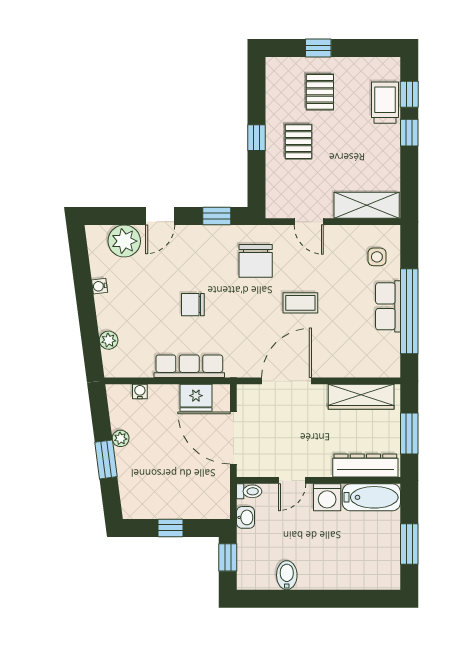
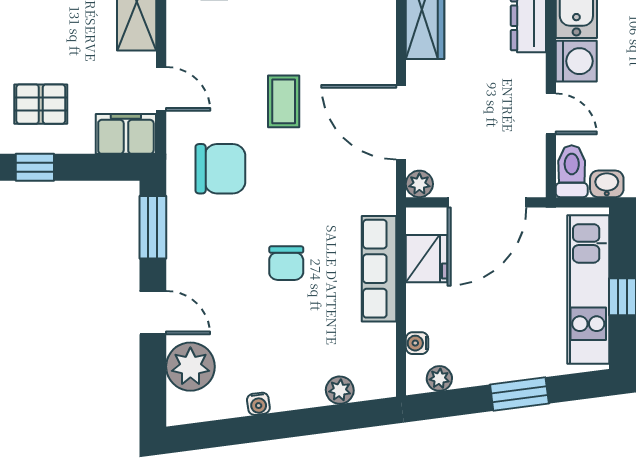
filing cabinet: (279, 198) -> (126, 134), added
window: (217, 216) -> (153, 227), width x1.50
door: (309, 222) -> (161, 89), hinge flipped
plant: (246, 393) -> (419, 184), added
plant: (121, 438) -> (439, 378), moved
toilet: (249, 491) -> (572, 171), width x1.37, depth x1.39
kitchen unit: (175, 505) -> (588, 290), added

